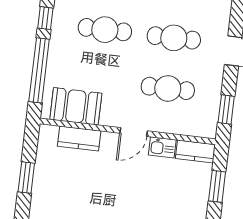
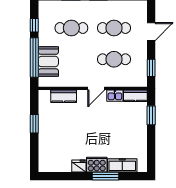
booth: (76, 106) -> (48, 62), moved, turned 90

